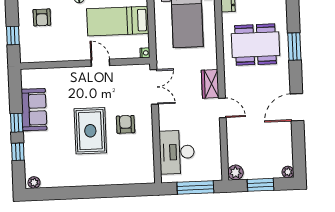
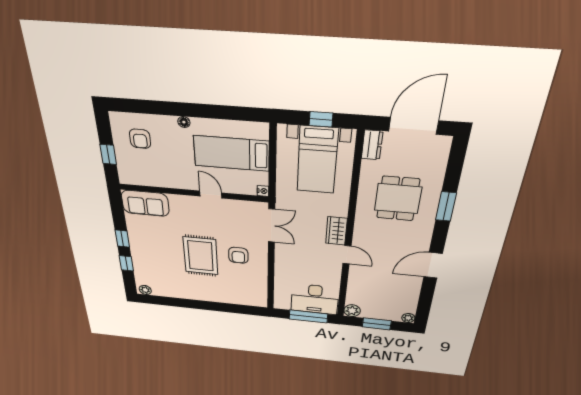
dining table: (256, 45) -> (398, 199), width x0.73
sofa: (34, 110) -> (145, 203), moved, turned 90
armchair: (126, 124) -> (238, 255), turned 180
desk: (177, 152) -> (315, 299), moved, turned -90

